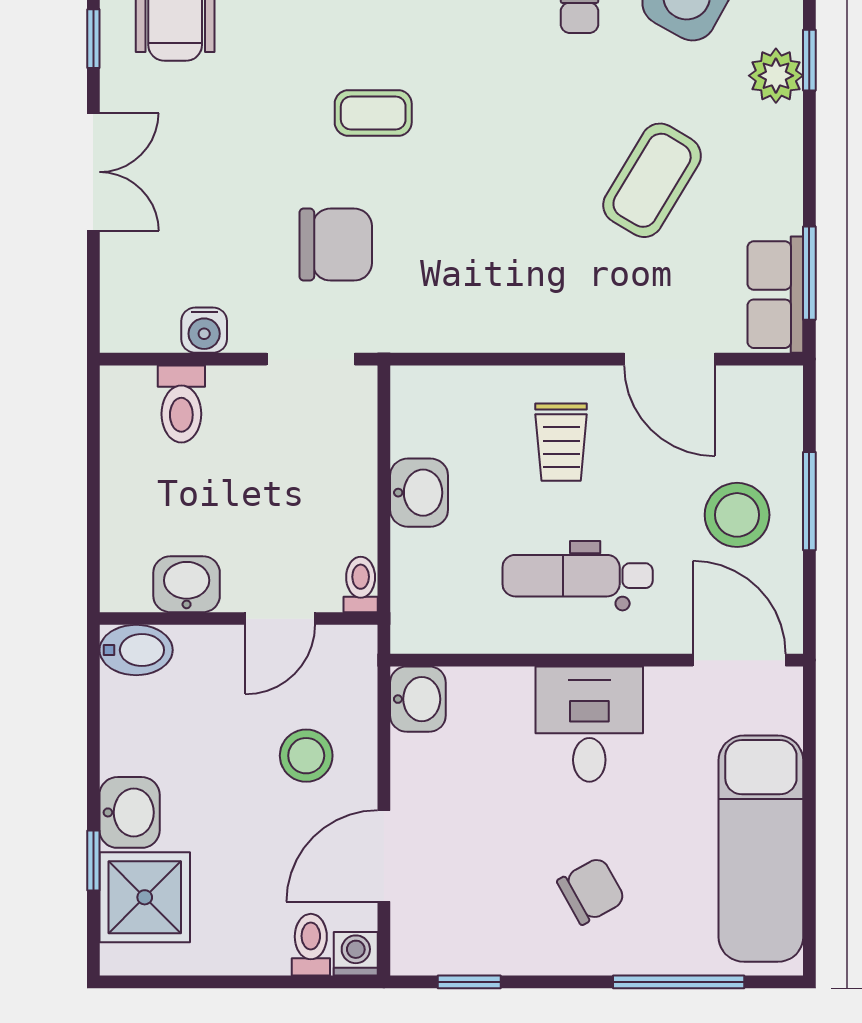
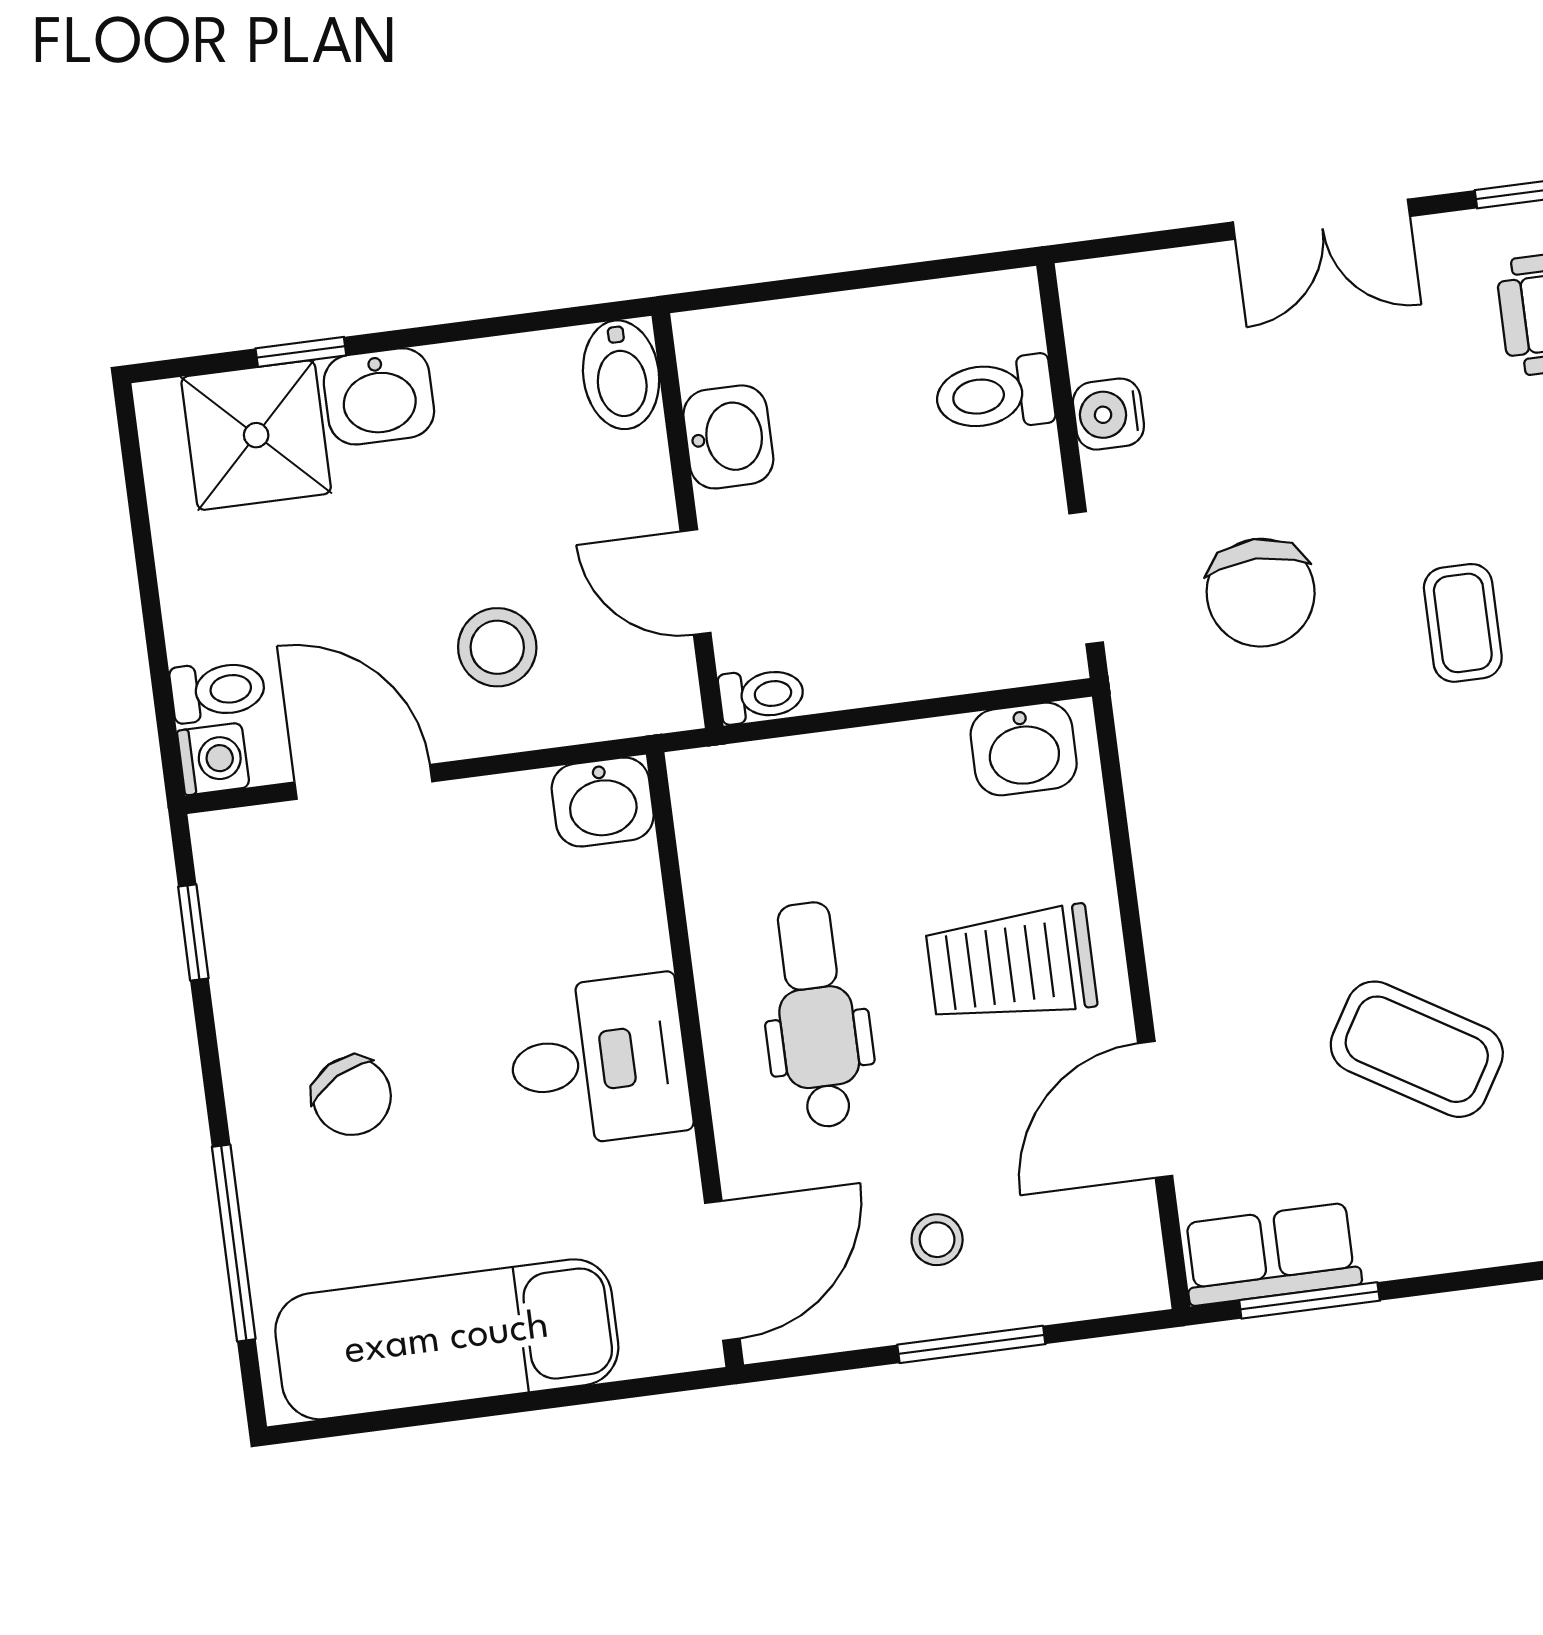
trolley: (561, 442) -> (1011, 965), width x1.36, depth x1.39
washbasin: (419, 493) -> (1024, 749), moved
stool: (737, 515) -> (937, 1240), width x0.53, depth x0.53

